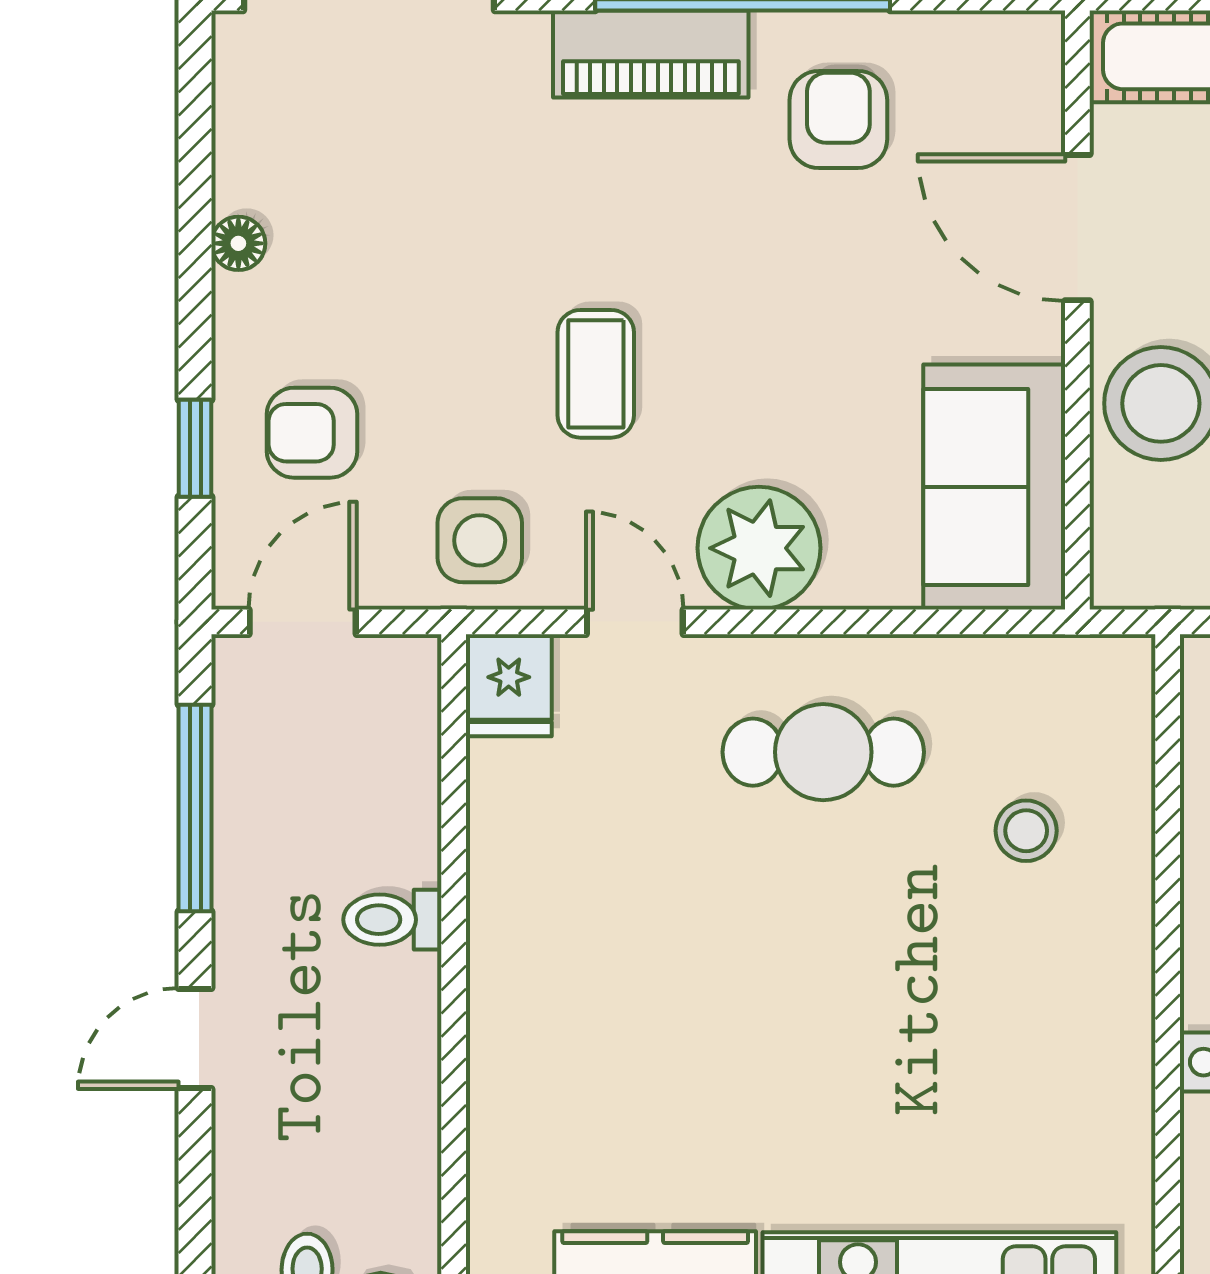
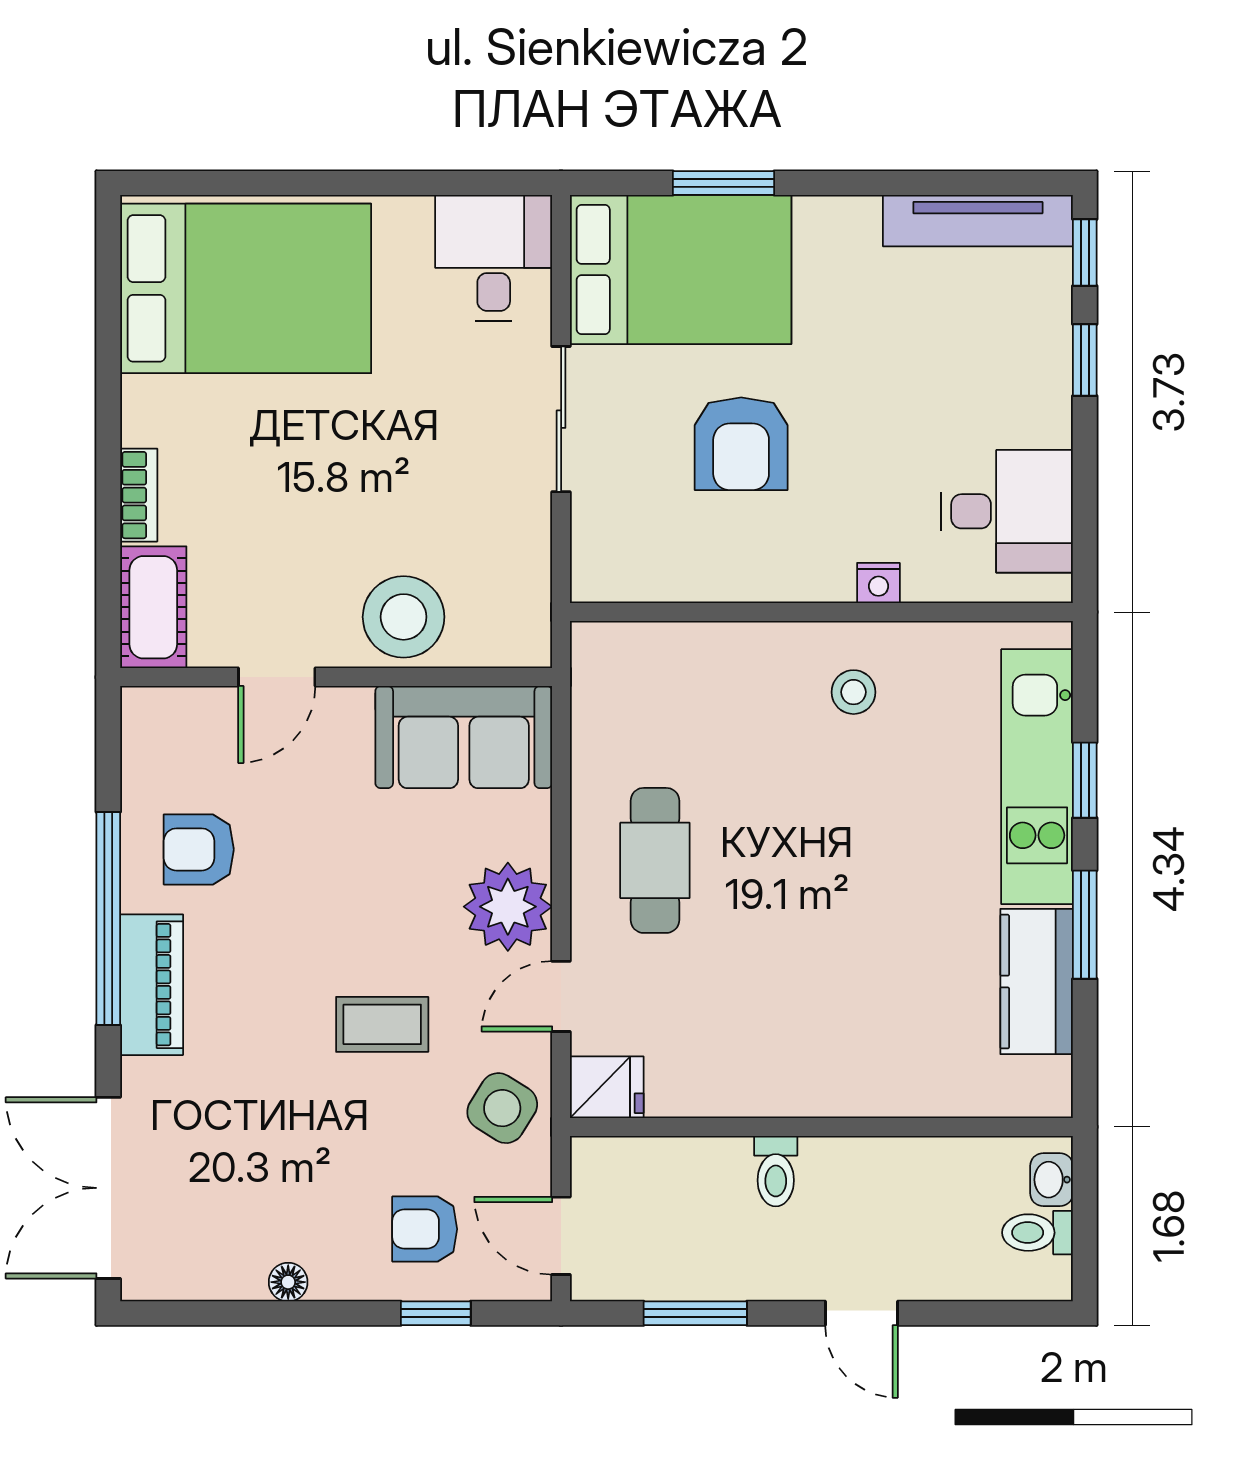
door: (1077, 228) -> (277, 677), width x0.73
armchair: (312, 433) -> (425, 1229), turned 90
side table: (480, 540) -> (502, 1108), turned 32
window: (195, 808) -> (695, 1313), width x0.69
stool: (1026, 831) -> (854, 692), moved

